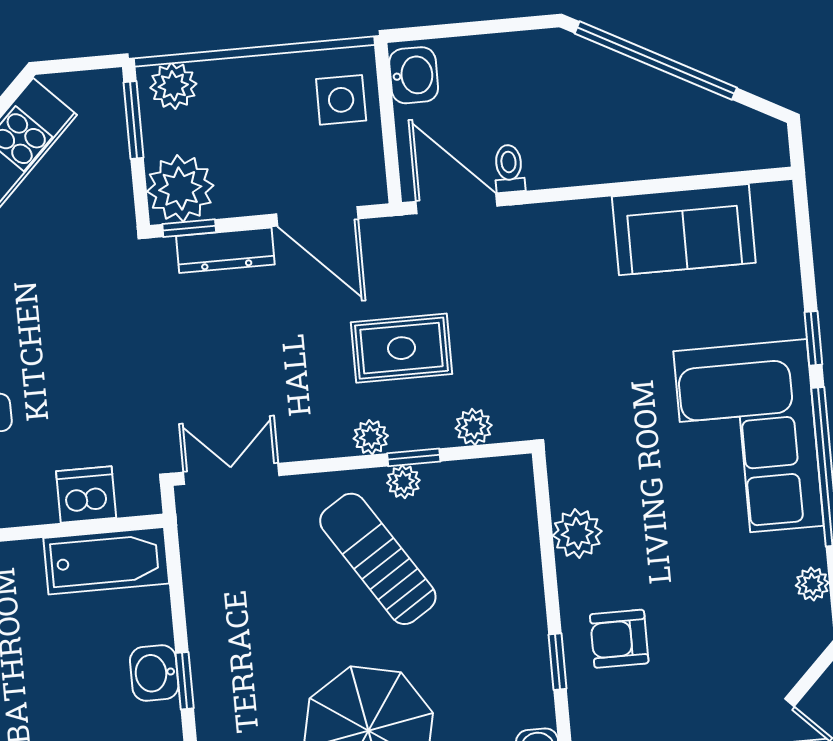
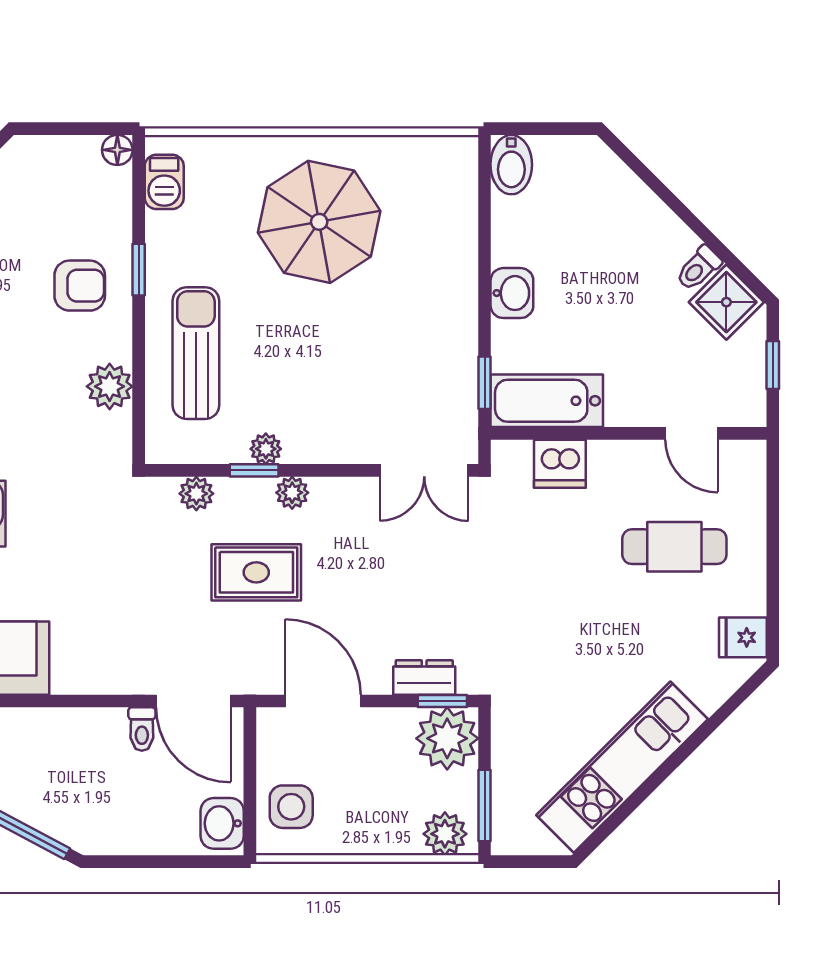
dresser: (225, 250) -> (424, 677), width x0.70
sun lounger: (378, 559) -> (196, 353), moved, turned -147
window: (185, 681) -> (485, 383), moved

